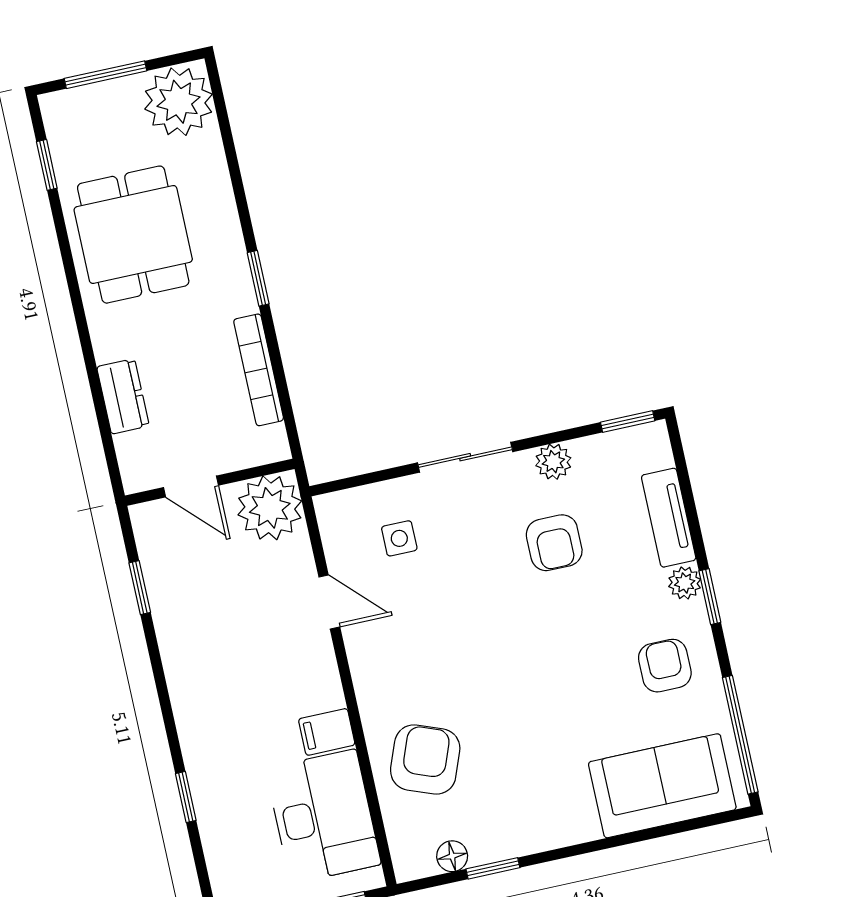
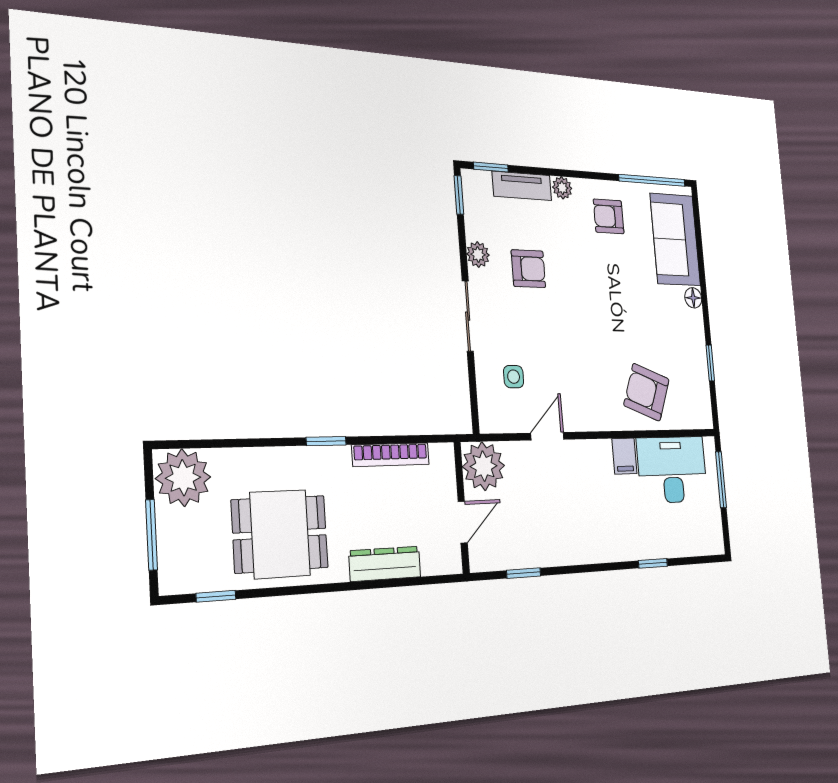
dresser: (123, 396) -> (385, 564), width x1.44
window: (710, 597) -> (491, 167), moved
floor lamp: (452, 856) -> (693, 298), moved

